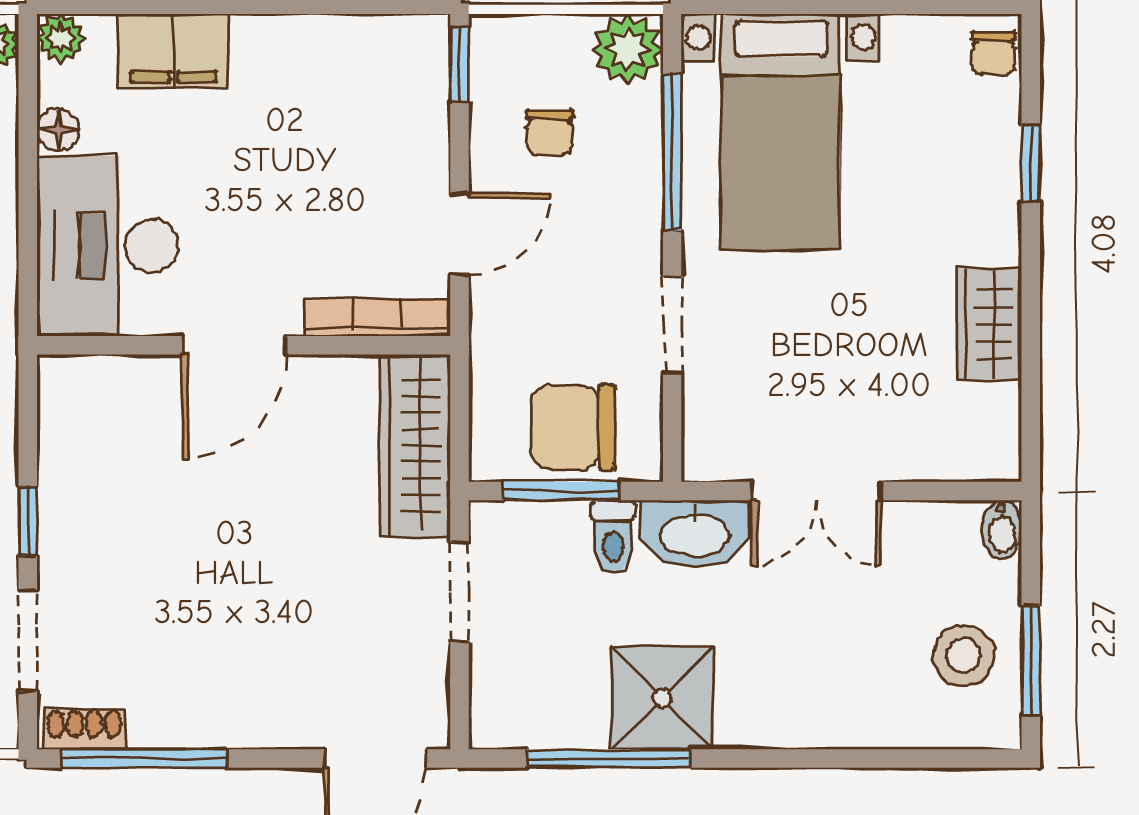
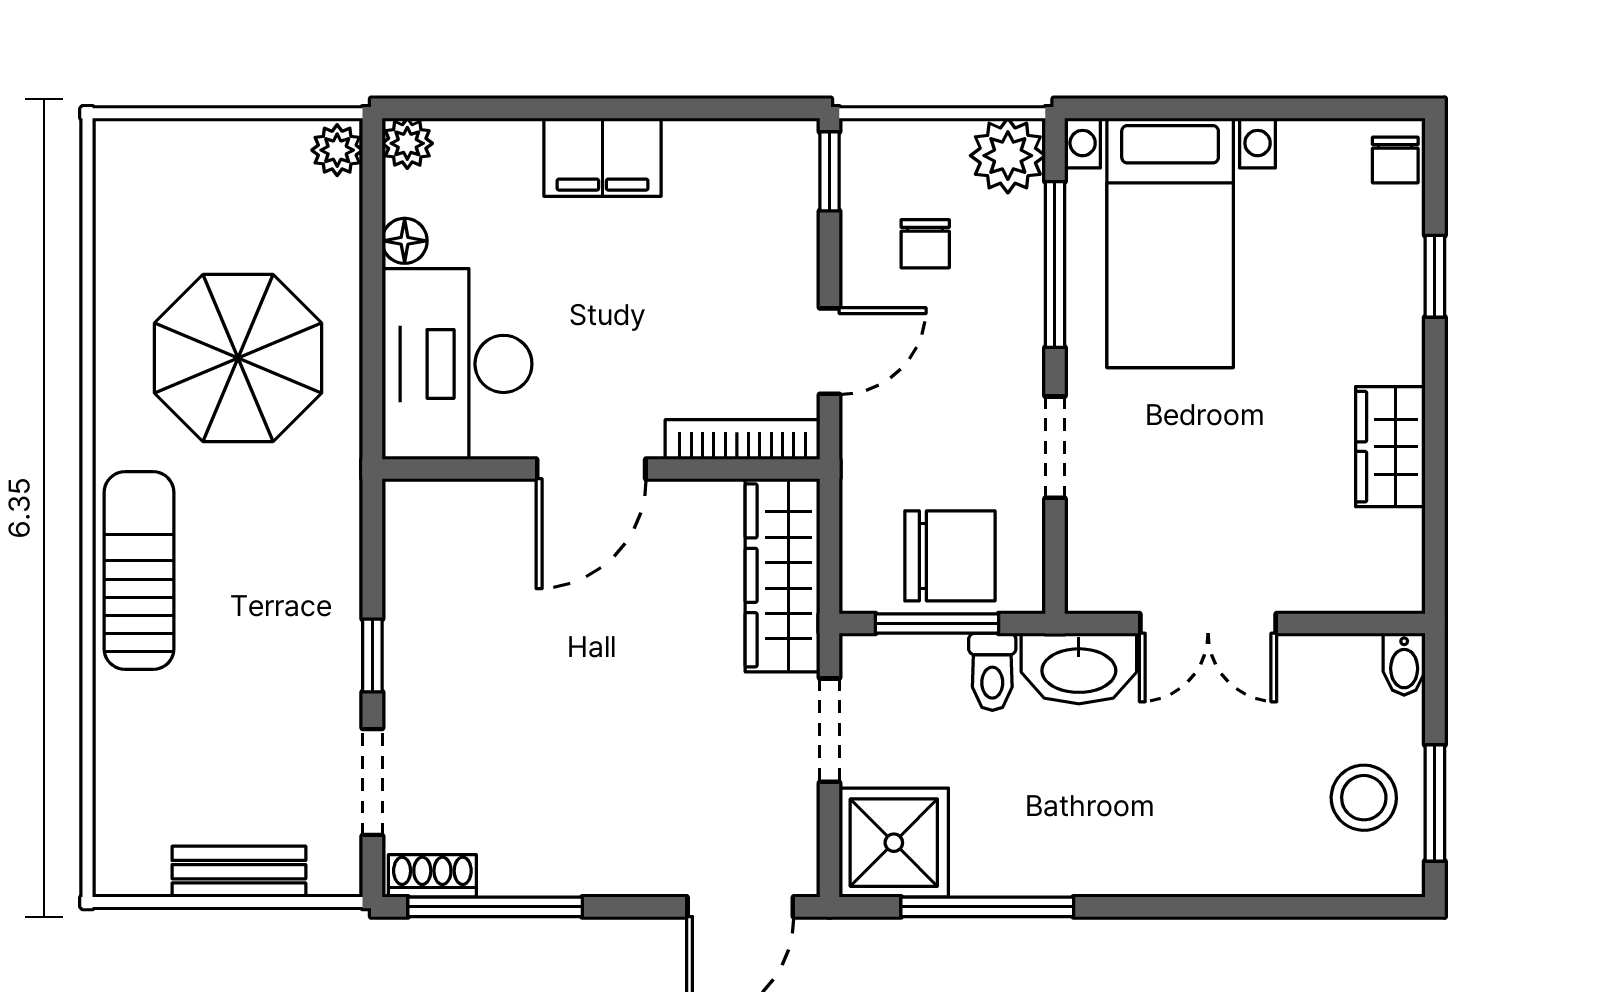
filing cabinet: (174, 51) -> (603, 157), moved
chair: (573, 427) -> (950, 556), turned 180
shower: (662, 698) -> (894, 843), moved

